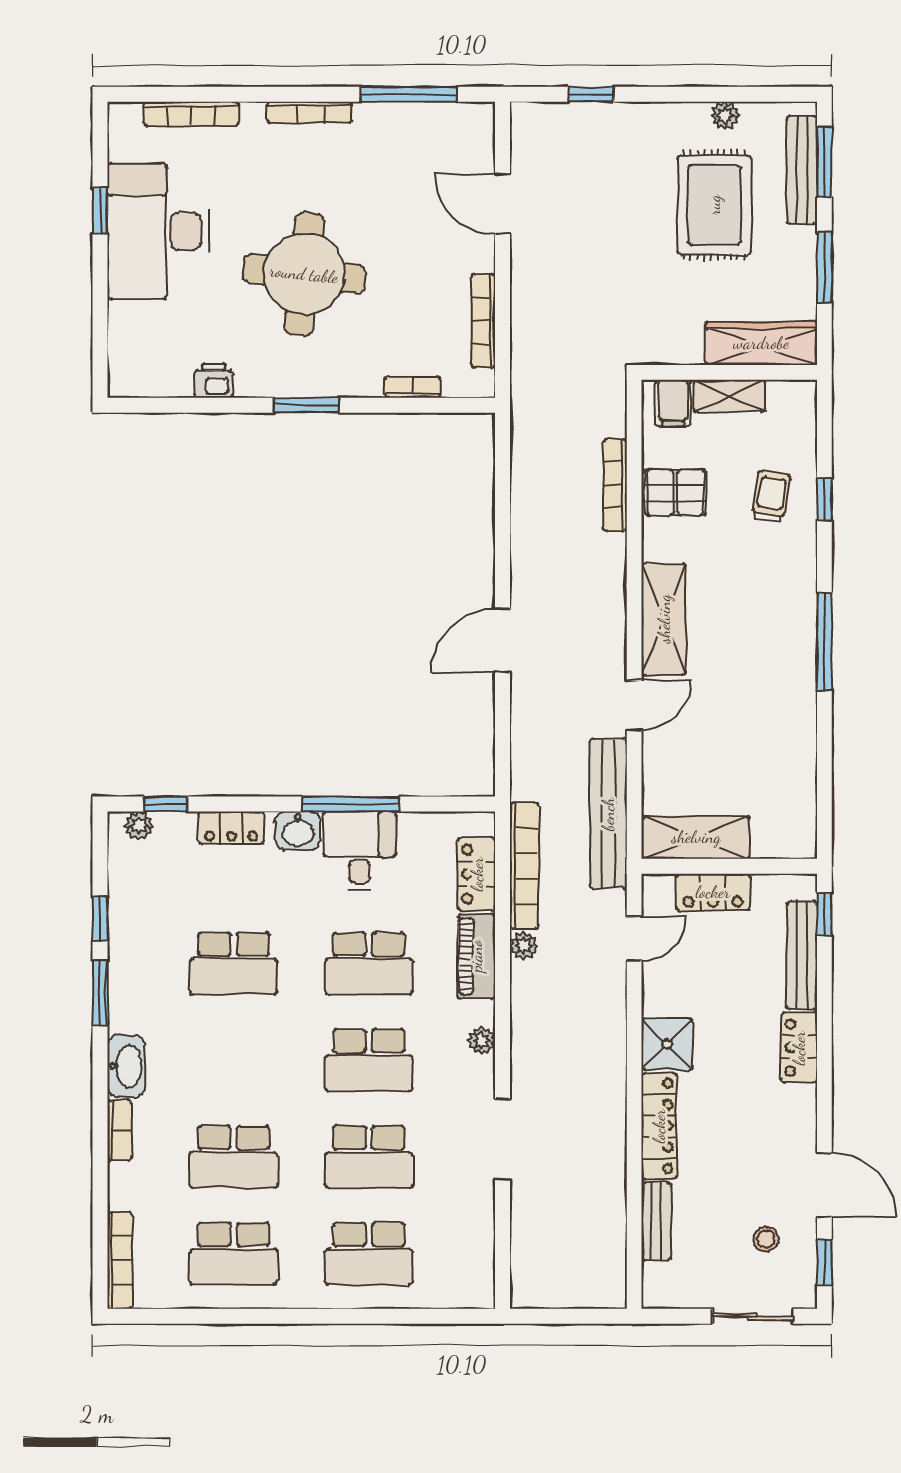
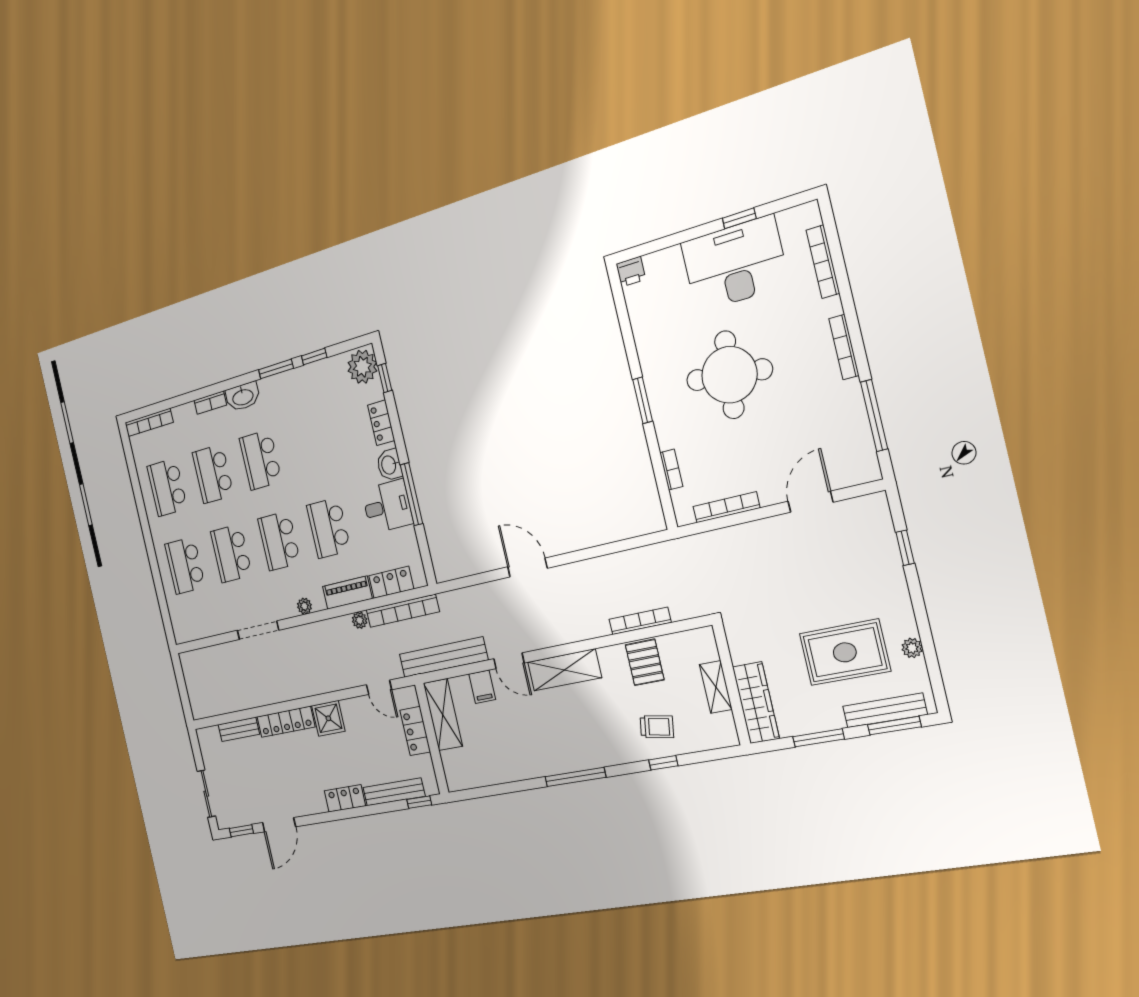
printer: (213, 381) -> (631, 272), moved, turned 90
filing cabinet: (673, 403) -> (482, 687), moved, turned -90
plant: (139, 826) -> (362, 367), width x1.87, depth x1.87
school desk: (234, 963) -> (260, 460), moved
stool: (766, 1239) -> (245, 795), removed

